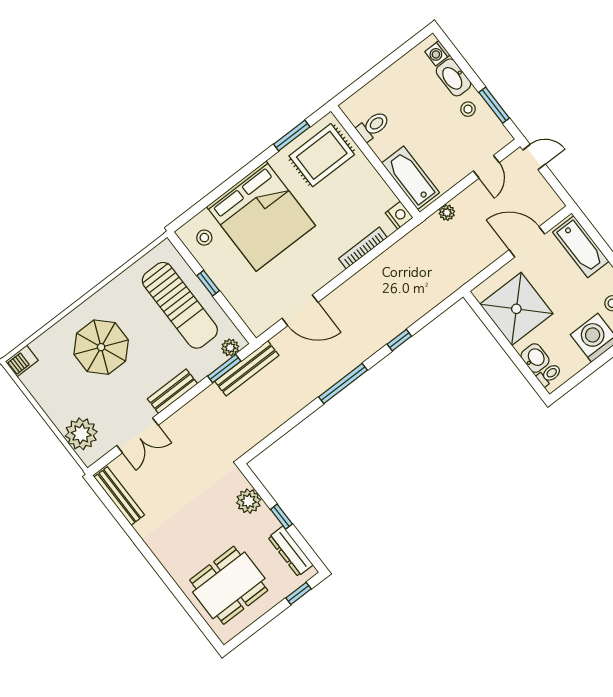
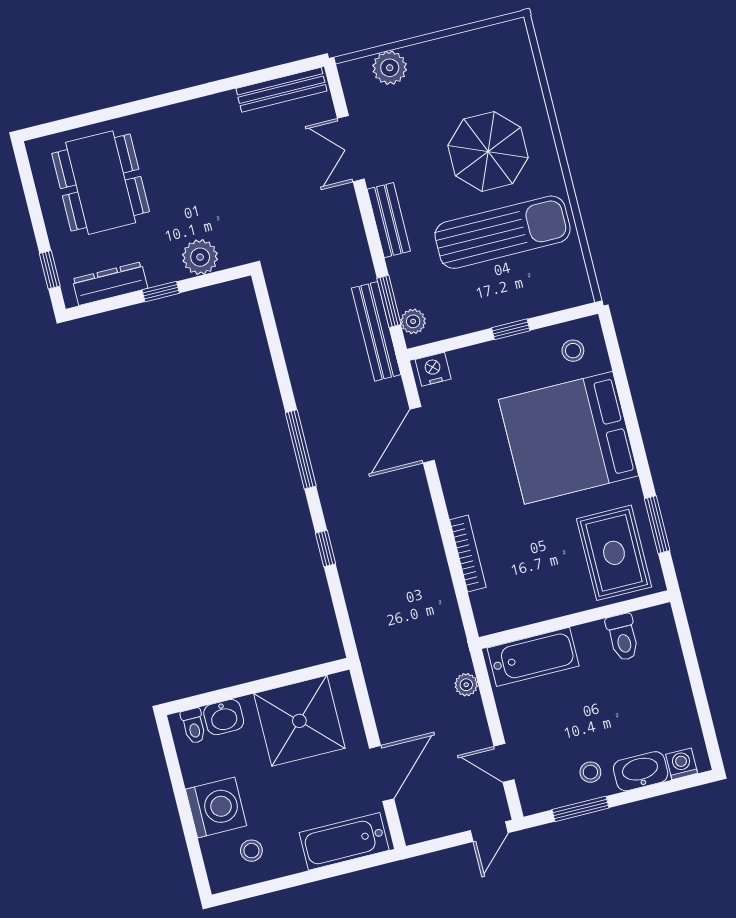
nightstand: (399, 215) -> (433, 369), moved, turned 180
sun lounger: (180, 305) -> (503, 232), moved, turned 180
barbecue: (22, 361) -> (515, 39), removed
plant: (81, 434) -> (390, 68), width x0.73, depth x0.73

